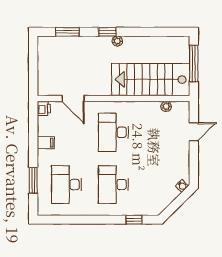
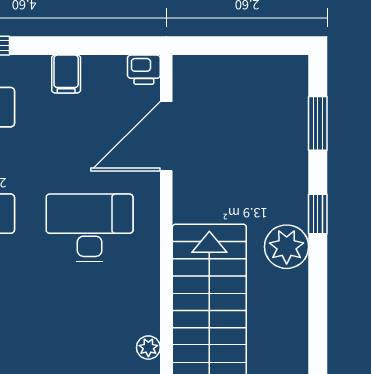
plant: (117, 41) -> (287, 247), width x1.88, depth x1.88
door: (73, 99) -> (166, 136), width x1.36

